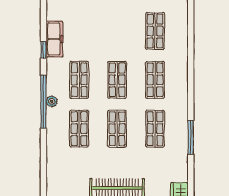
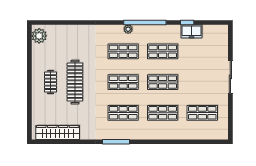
freezer: (54, 39) -> (192, 31), width x0.71
plant: (52, 101) -> (128, 29), moved

